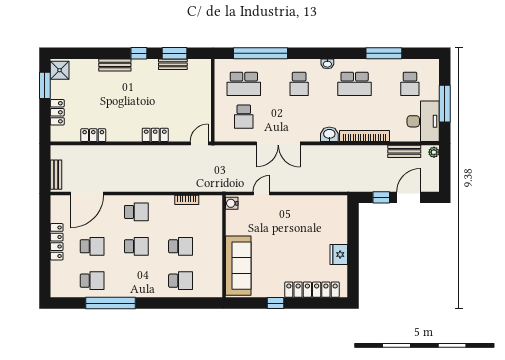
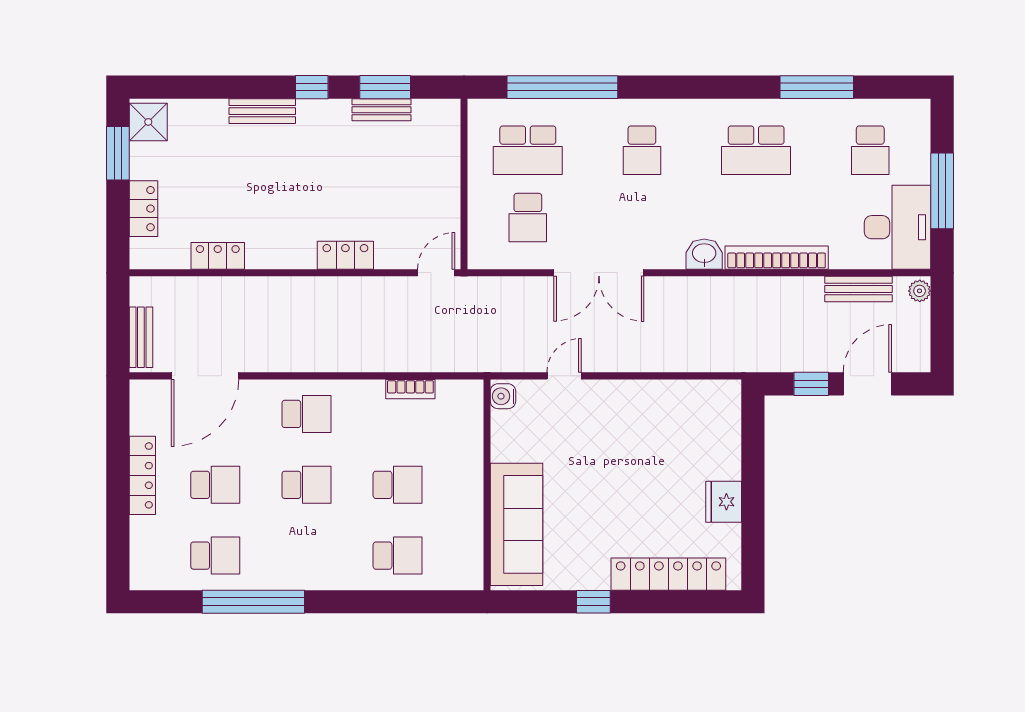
washbasin: (327, 64) -> (700, 109), removed

